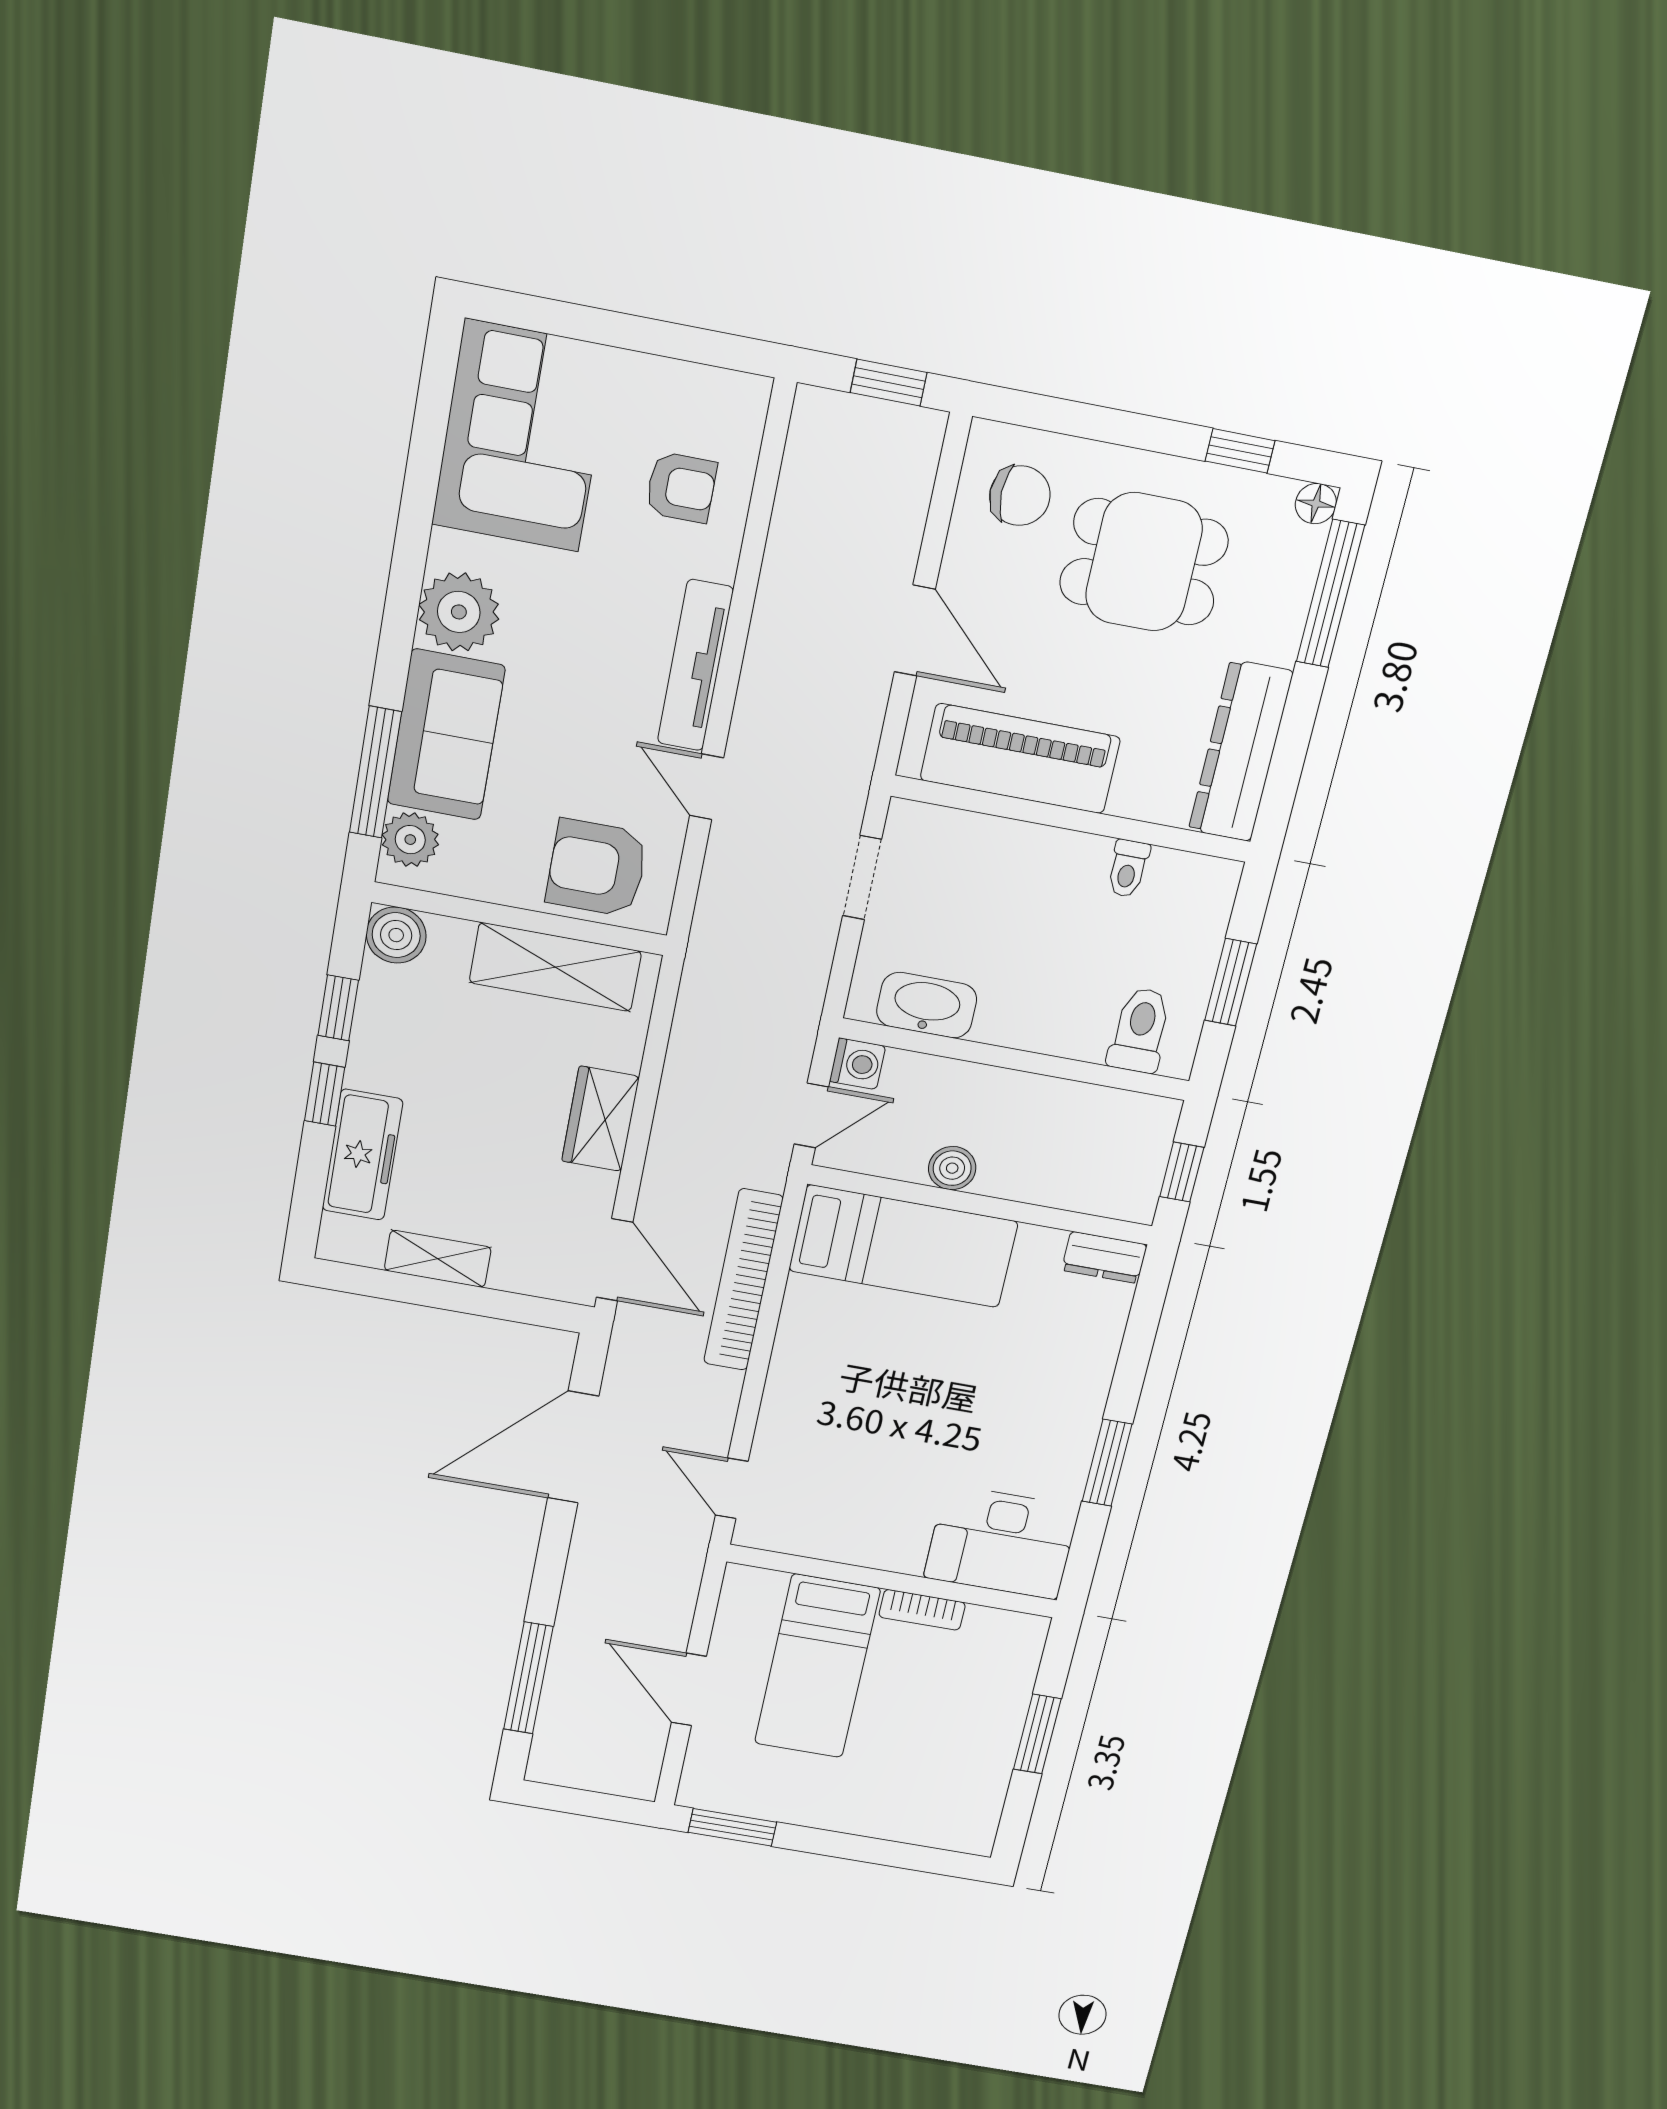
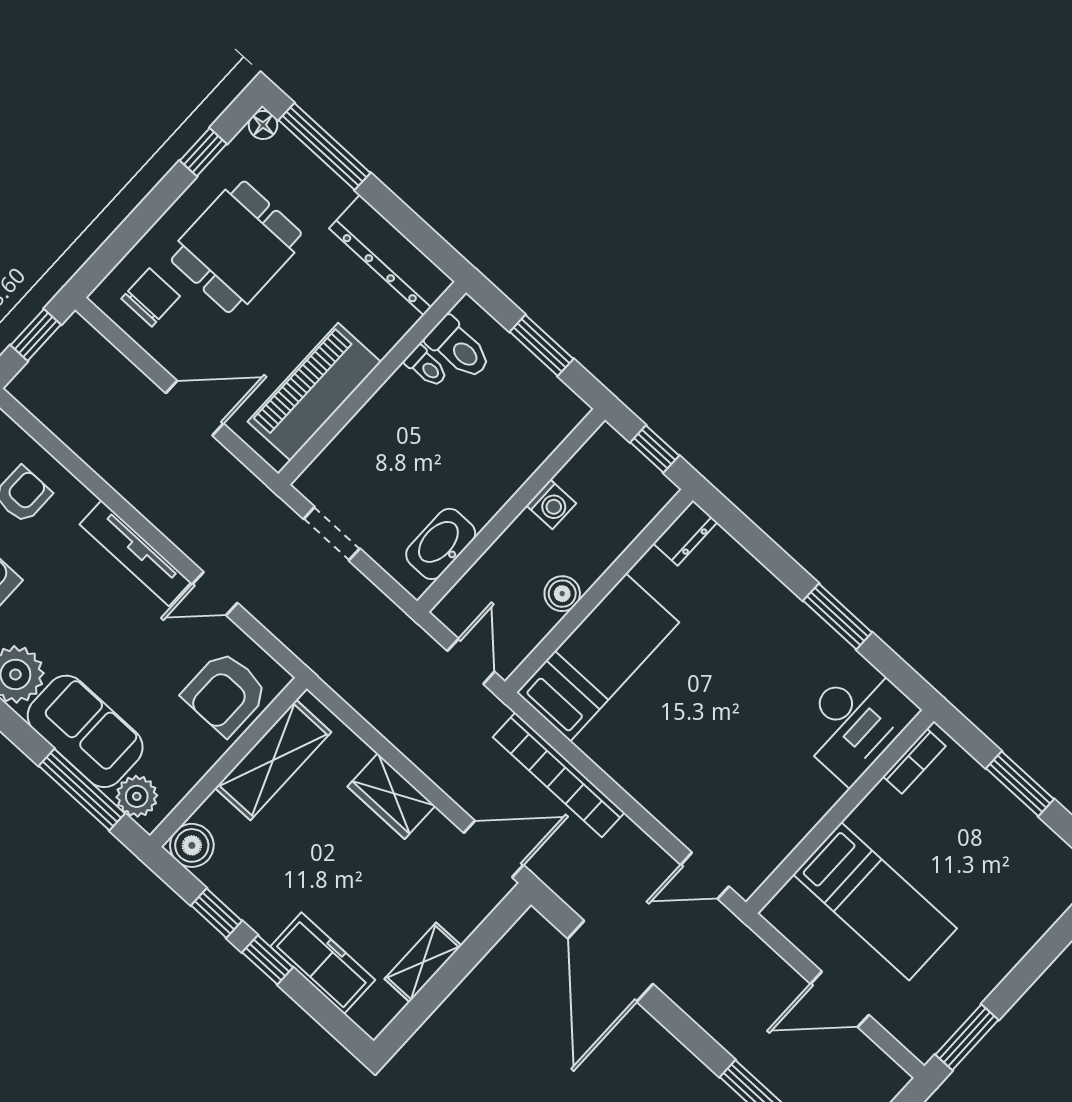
toilet: (1140, 1030) -> (459, 348), moved, turned 180
washing machine: (857, 1064) -> (551, 504), moved, turned 90
bookcase: (922, 1610) -> (914, 761), moved

